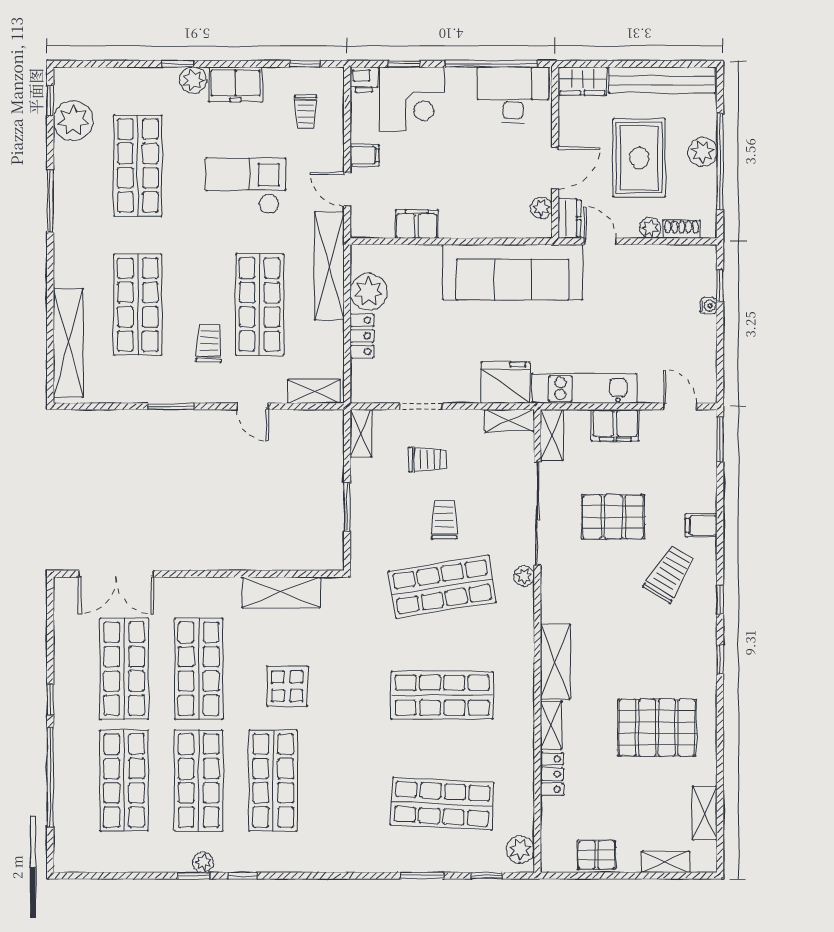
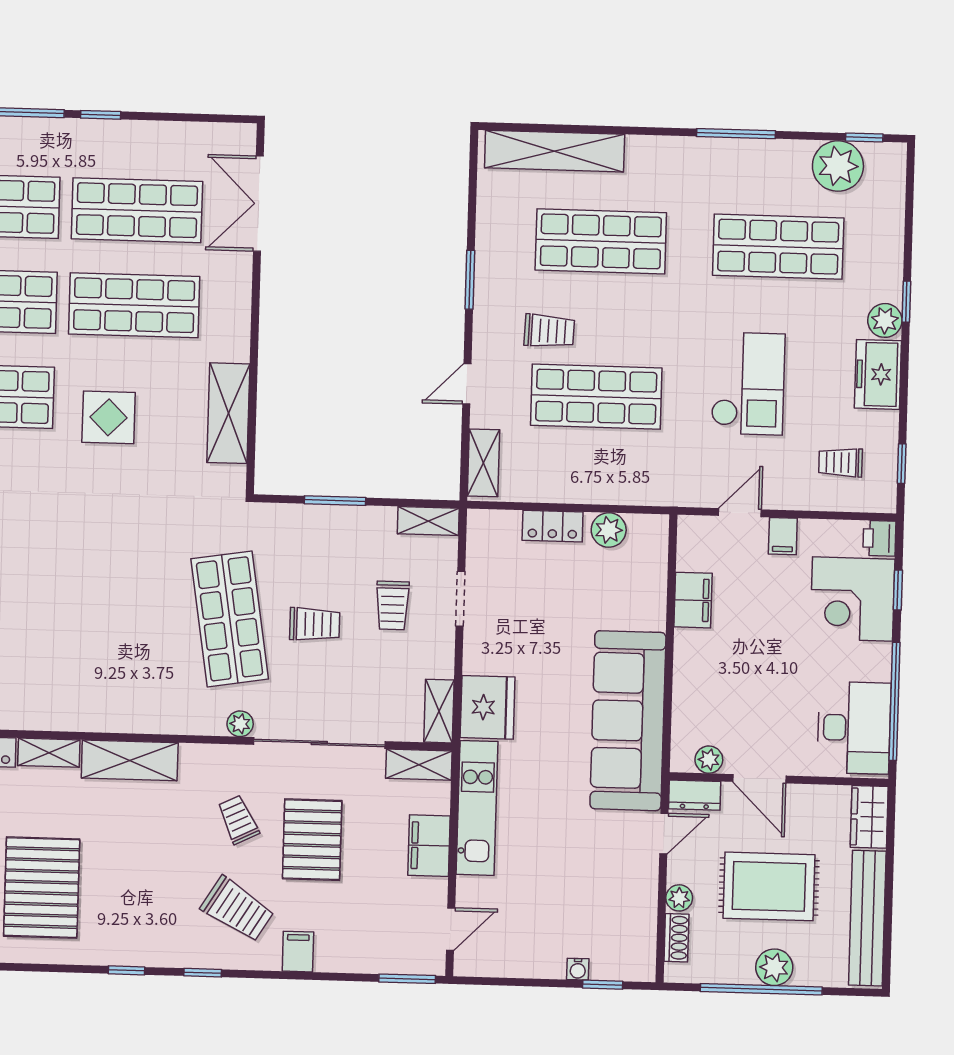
shelving: (329, 266) -> (643, 487), removed
plant: (369, 292) -> (609, 530), width x0.73, depth x0.73
trolley: (599, 575) -> (238, 820), added
shop shelf: (442, 695) -> (91, 615), removed

